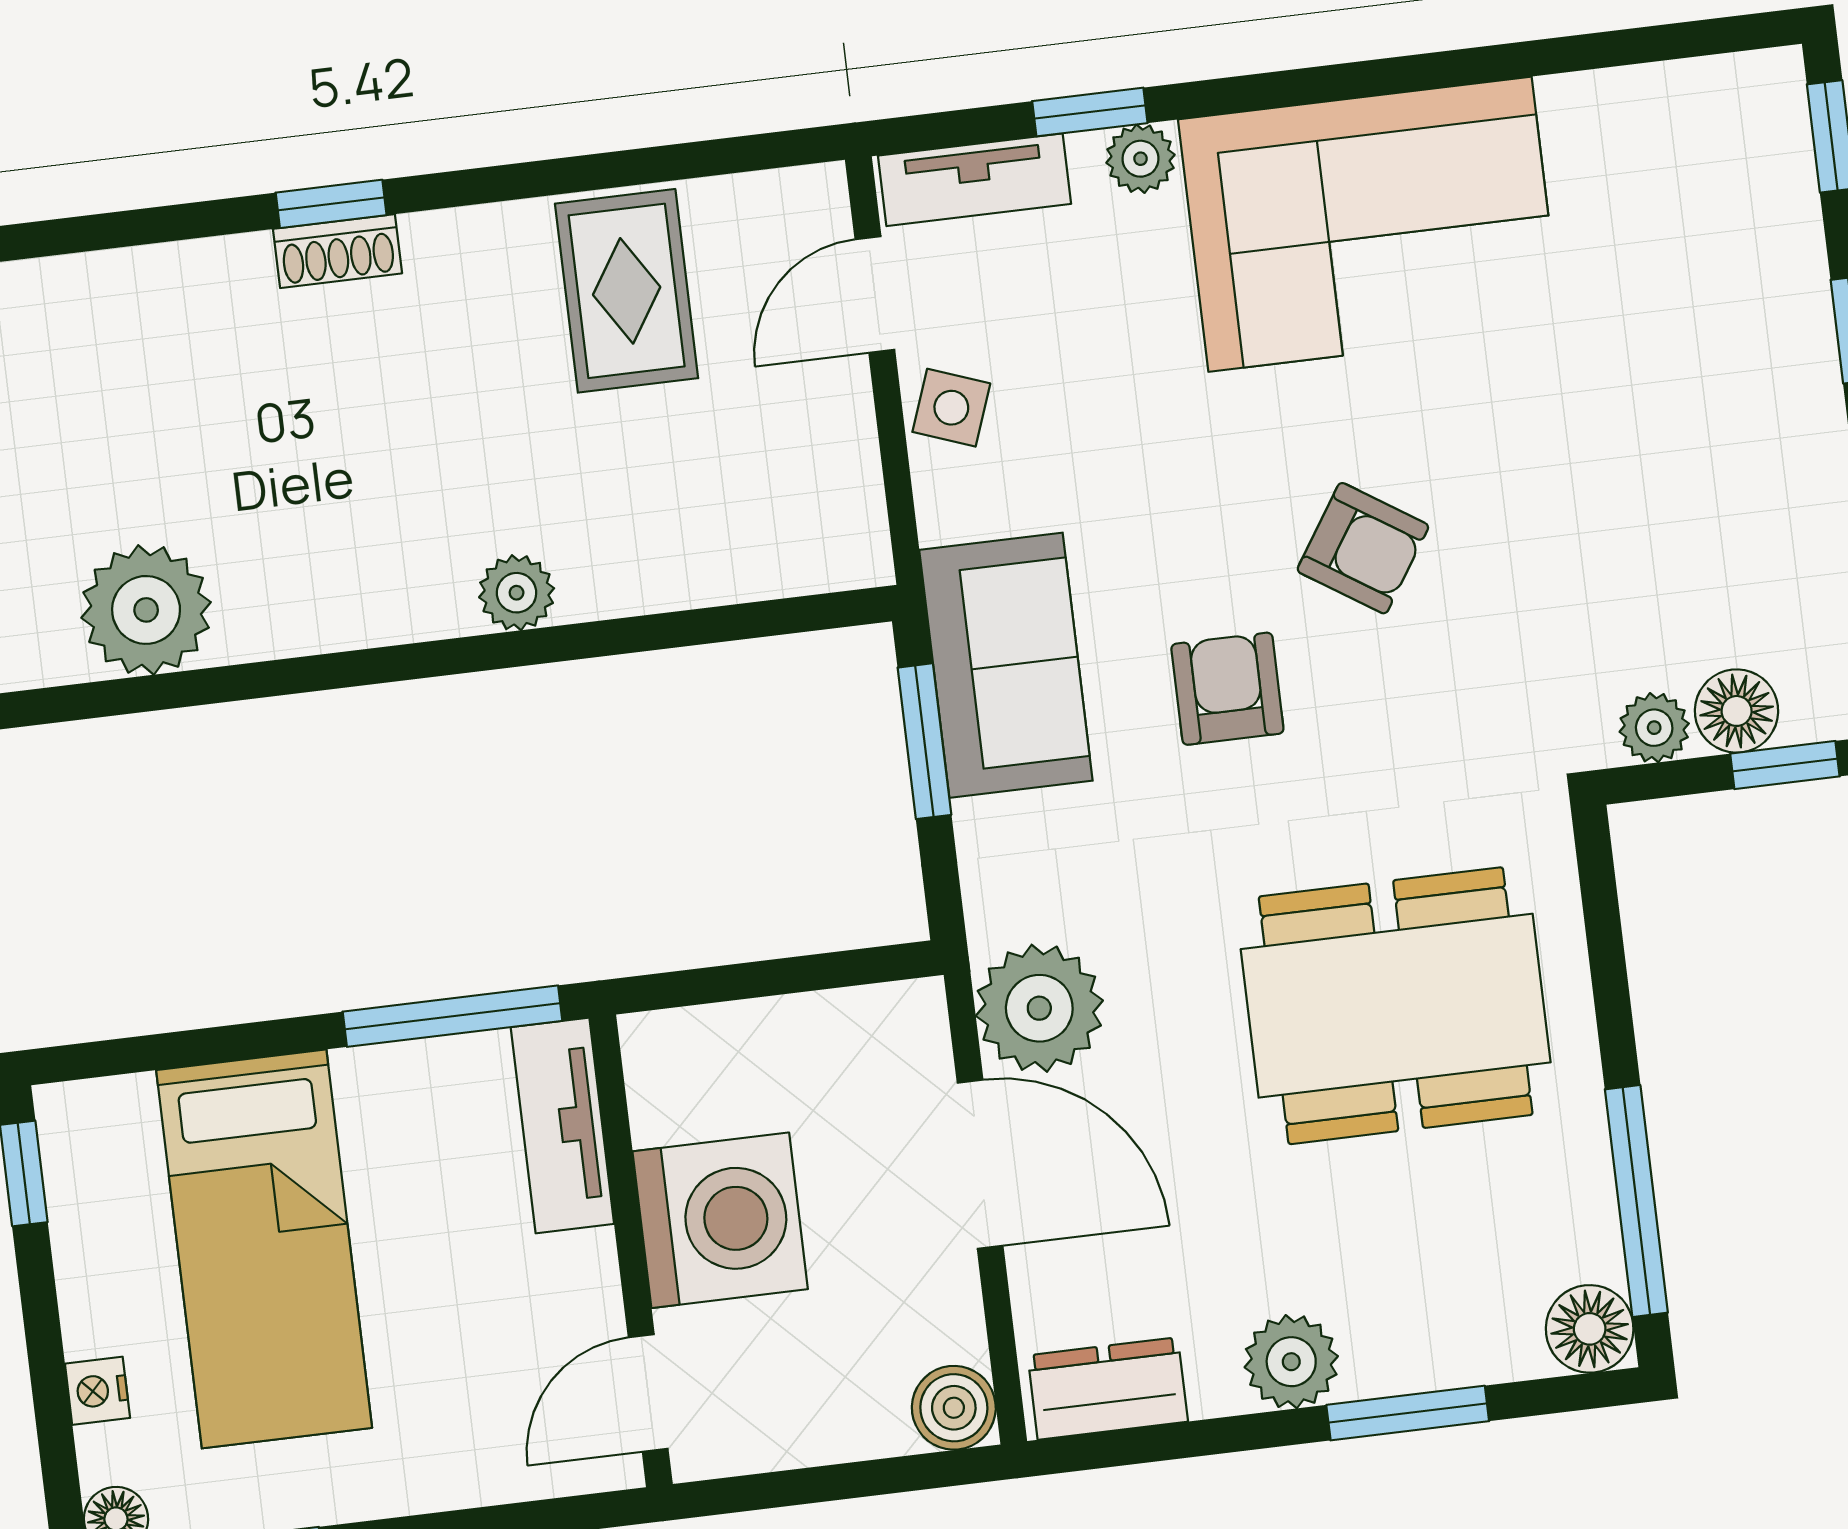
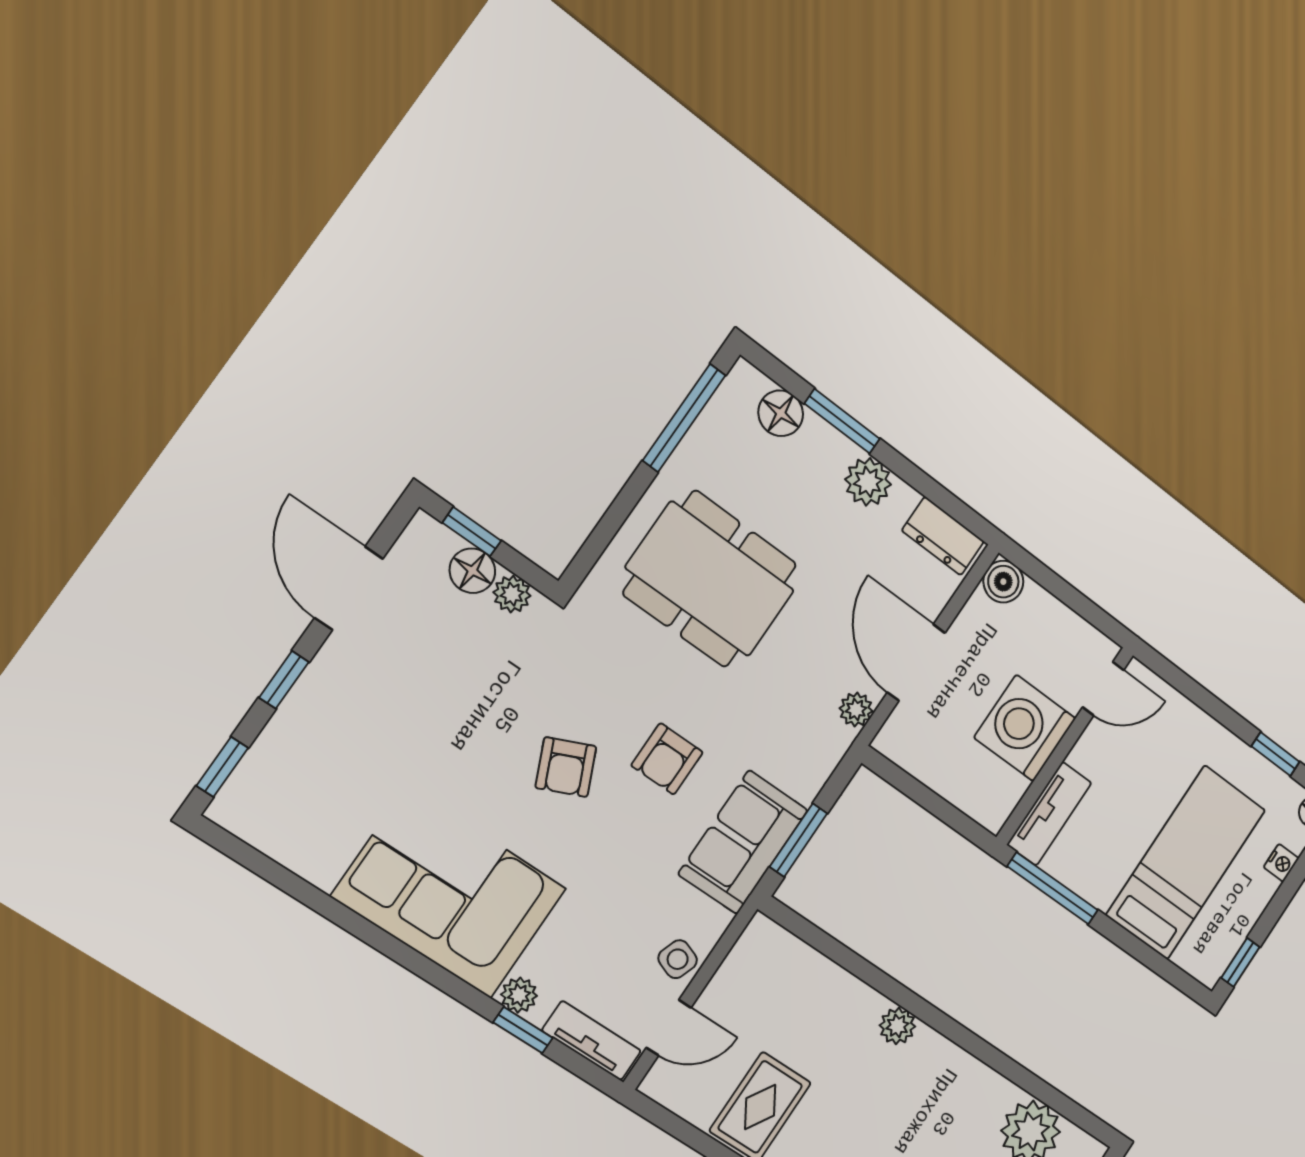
armchair: (1363, 548) -> (566, 767), turned -147
plant: (1039, 1008) -> (856, 710), width x0.53, depth x0.53
floor lamp: (1590, 1329) -> (781, 413), moved

